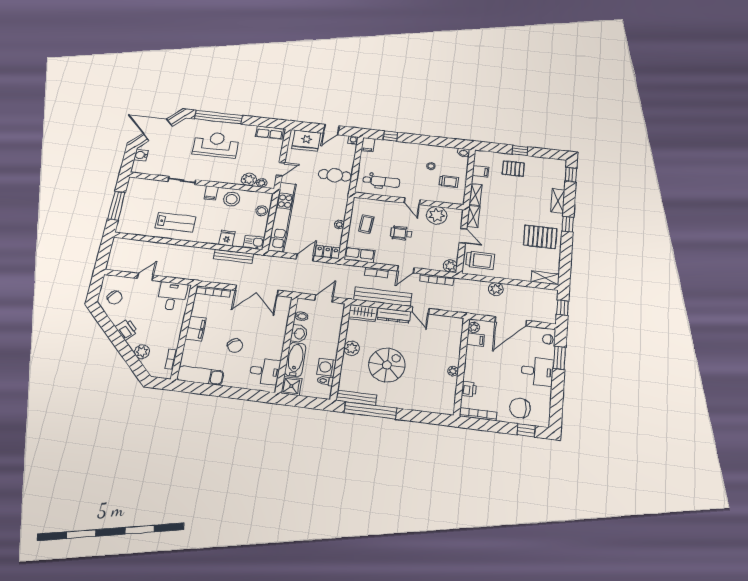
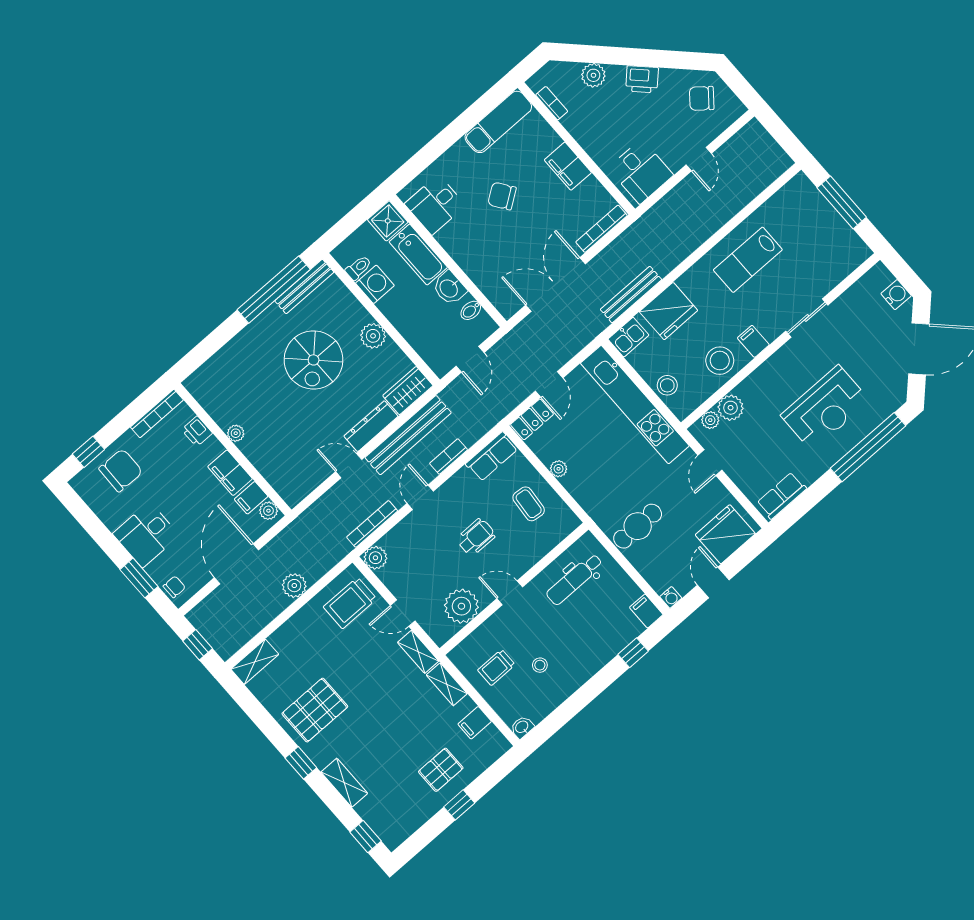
fridge: (227, 238) -> (669, 311), width x1.88, depth x1.34
filing cabinet: (473, 358) -> (230, 473), added

